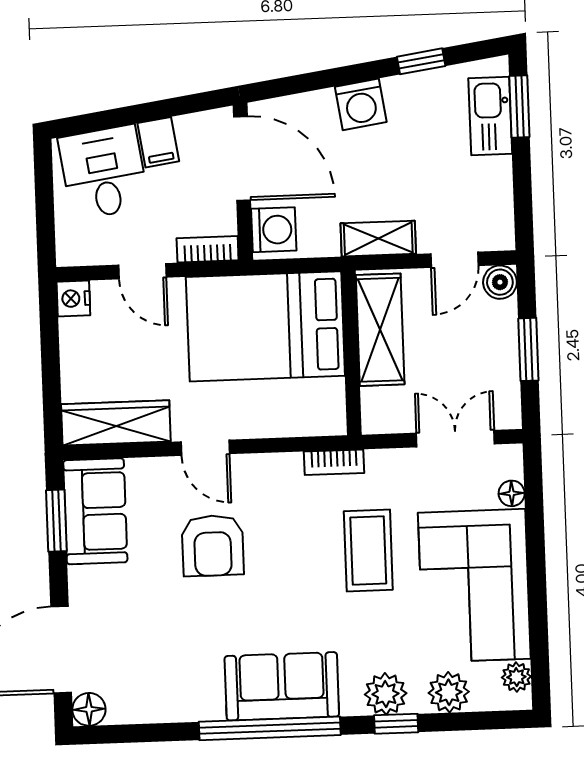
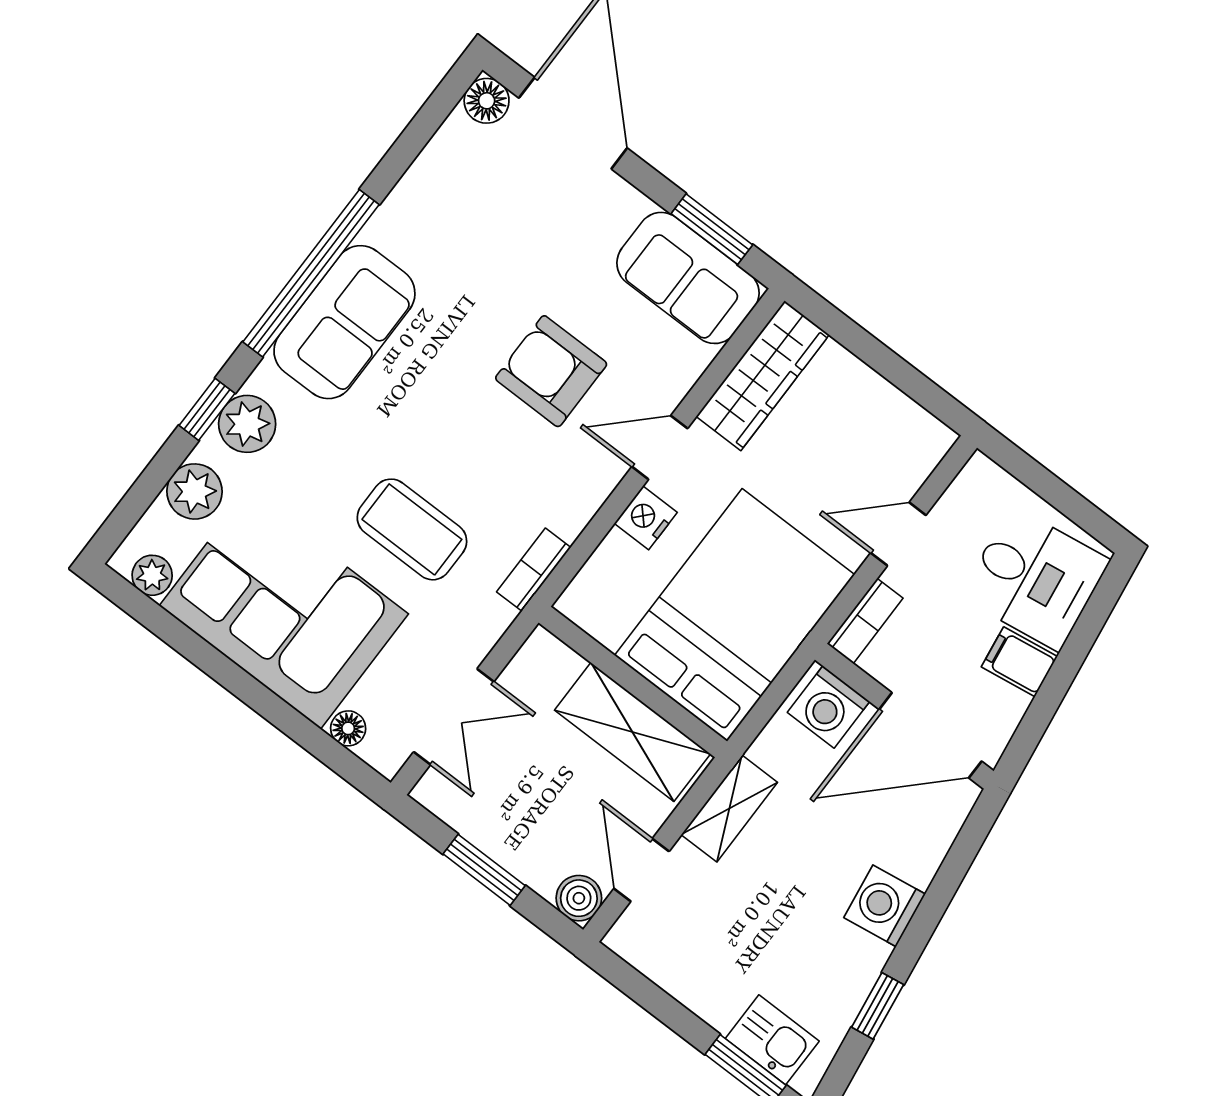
kitchen sink: (490, 116) -> (772, 1040), width x0.73
nightstand: (73, 299) -> (646, 518), moved, turned -90

